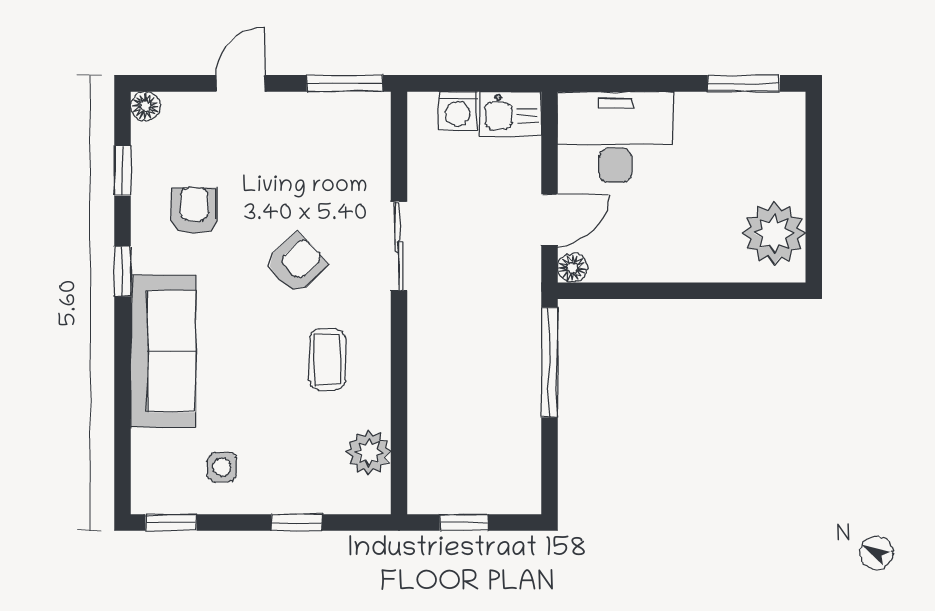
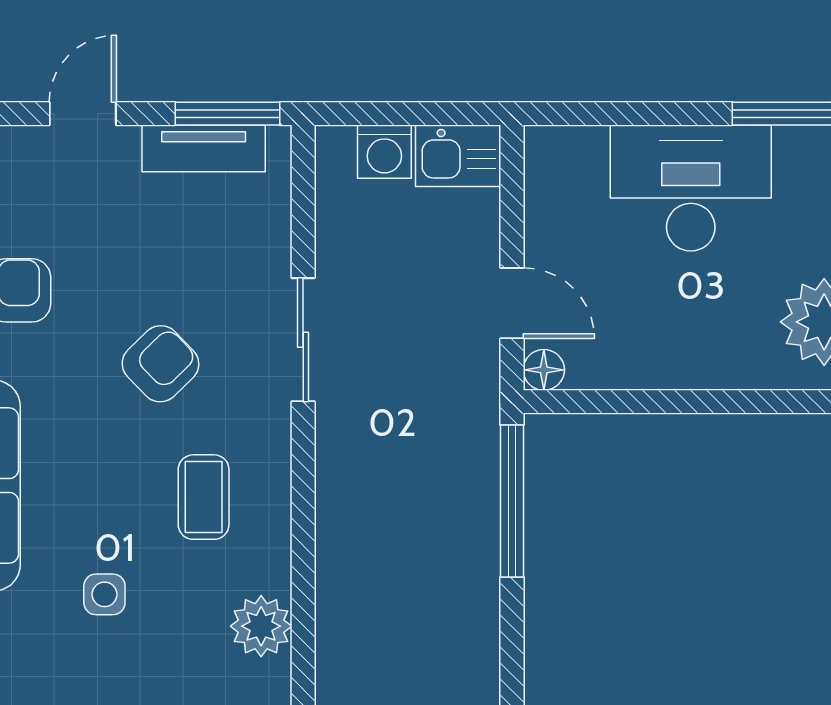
tv unit: (327, 108) -> (204, 148), added
desk: (615, 137) -> (691, 188), moved
door: (549, 220) -> (512, 303), hinge flipped
side table: (222, 467) -> (104, 594), moved

